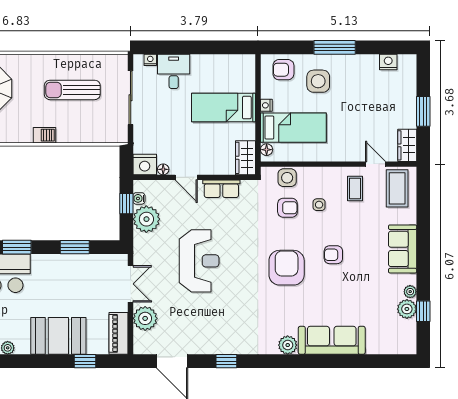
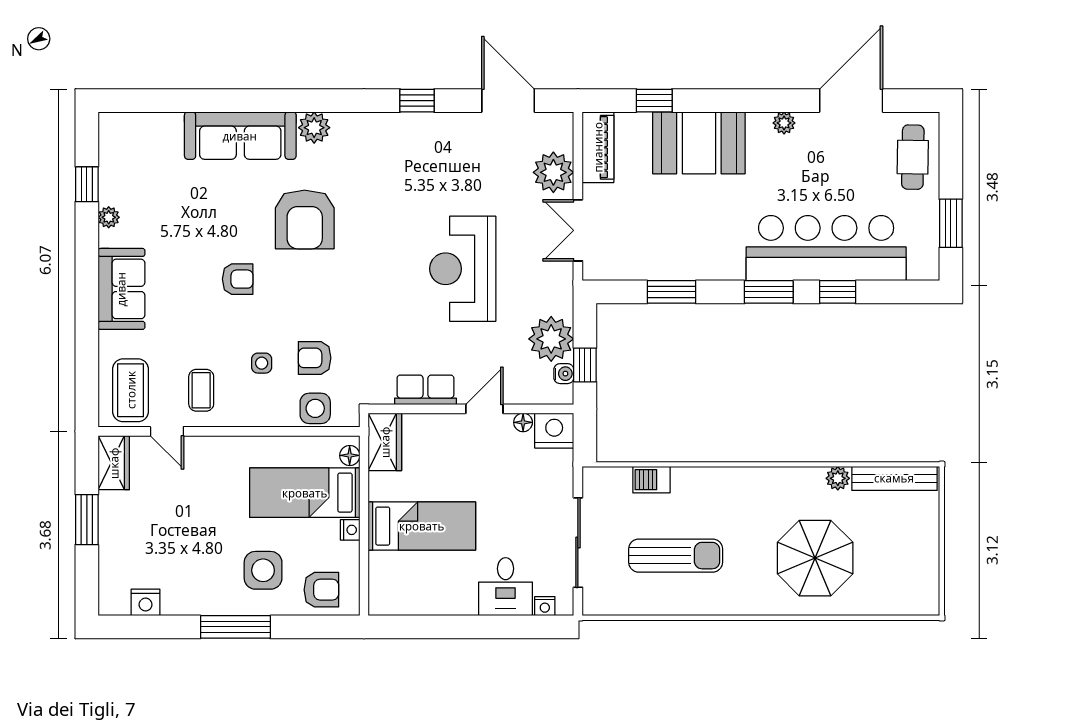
barbecue: (44, 135) -> (651, 480), moved
door: (186, 177) -> (484, 409), hinge flipped
armchair: (287, 268) -> (305, 220), moved
plant: (407, 309) -> (114, 188), removed

